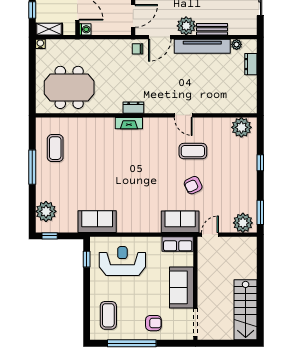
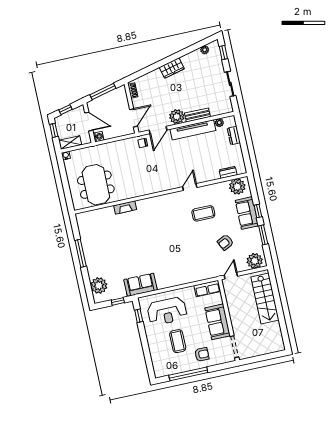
meeting table: (69, 87) -> (96, 185), turned 90
dresser: (133, 108) -> (228, 172), moved
door: (183, 115) -> (190, 187), swing flipped
fireplace: (129, 123) -> (125, 207), moved
coffee table: (55, 148) -> (95, 234), removed
armchair: (193, 185) -> (225, 242), moved
window: (260, 212) -> (263, 235), moved
sofa: (180, 222) -> (247, 213), moved, turned -90
window: (50, 236) -> (118, 301), moved
reception desk: (122, 261) -> (167, 311), turned 180
stairs: (246, 310) -> (265, 298), moved
coffee table: (108, 315) -> (178, 341), moved

